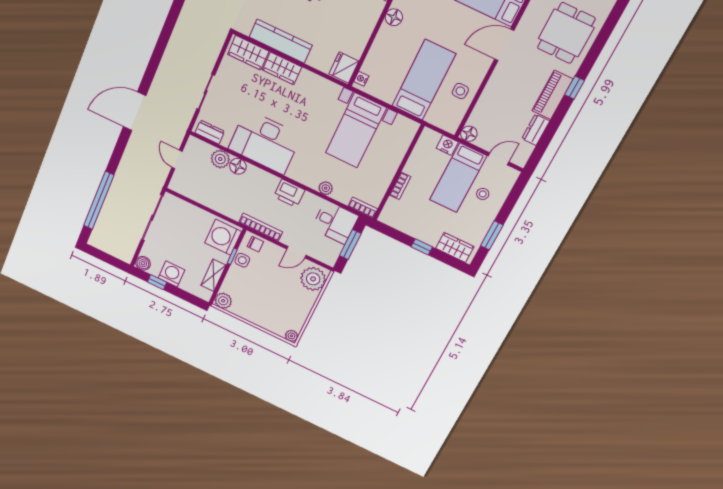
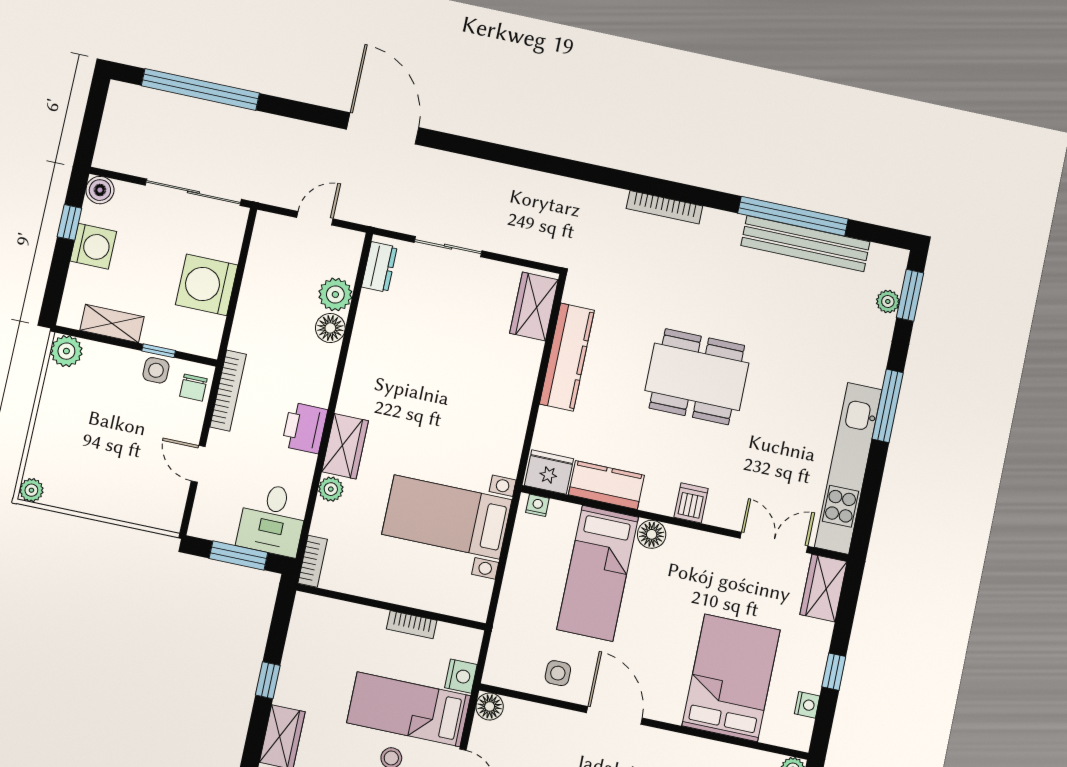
kitchen counter: (359, 37) -> (606, 485), added
door: (504, 45) -> (614, 715), moved
wardrobe: (282, 68) -> (345, 446), moved, turned 180
bed: (424, 80) -> (597, 573), moved, turned 90
desk: (265, 142) -> (386, 366), removed
bookcase: (400, 186) -> (412, 625), moved
washing machine: (223, 237) -> (207, 285), moved, turned -90
plant: (313, 279) -> (155, 505), removed

